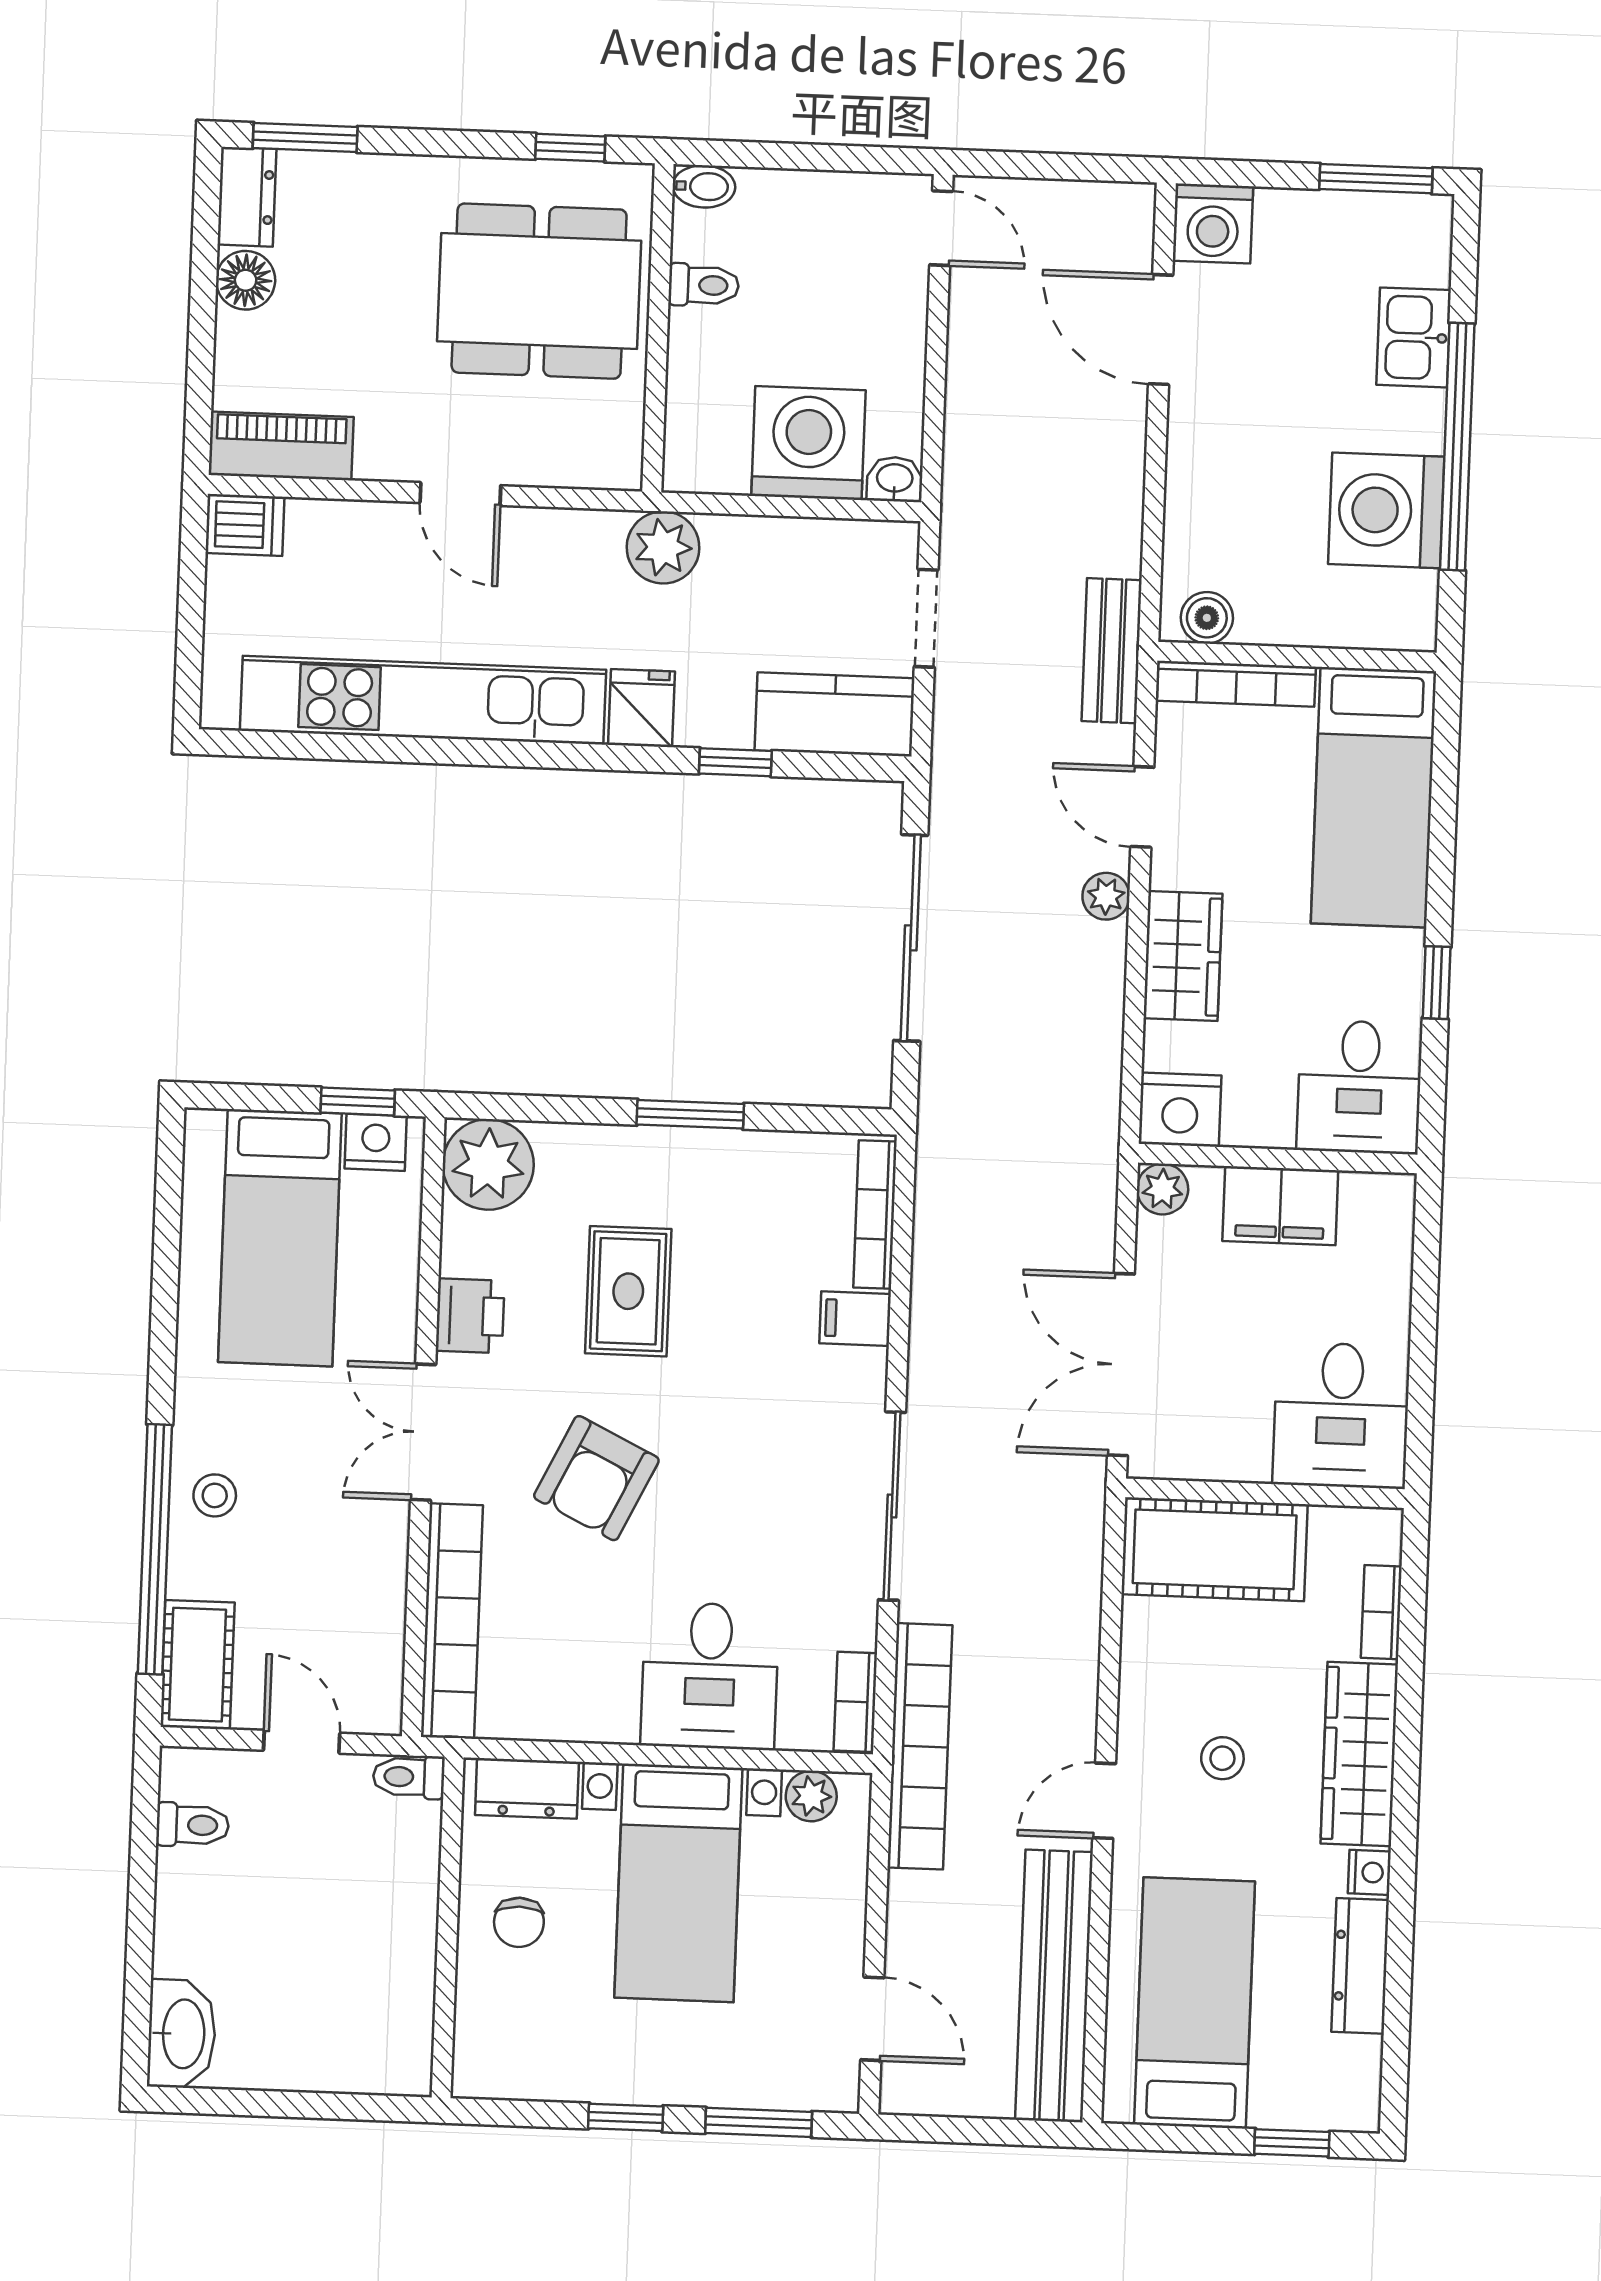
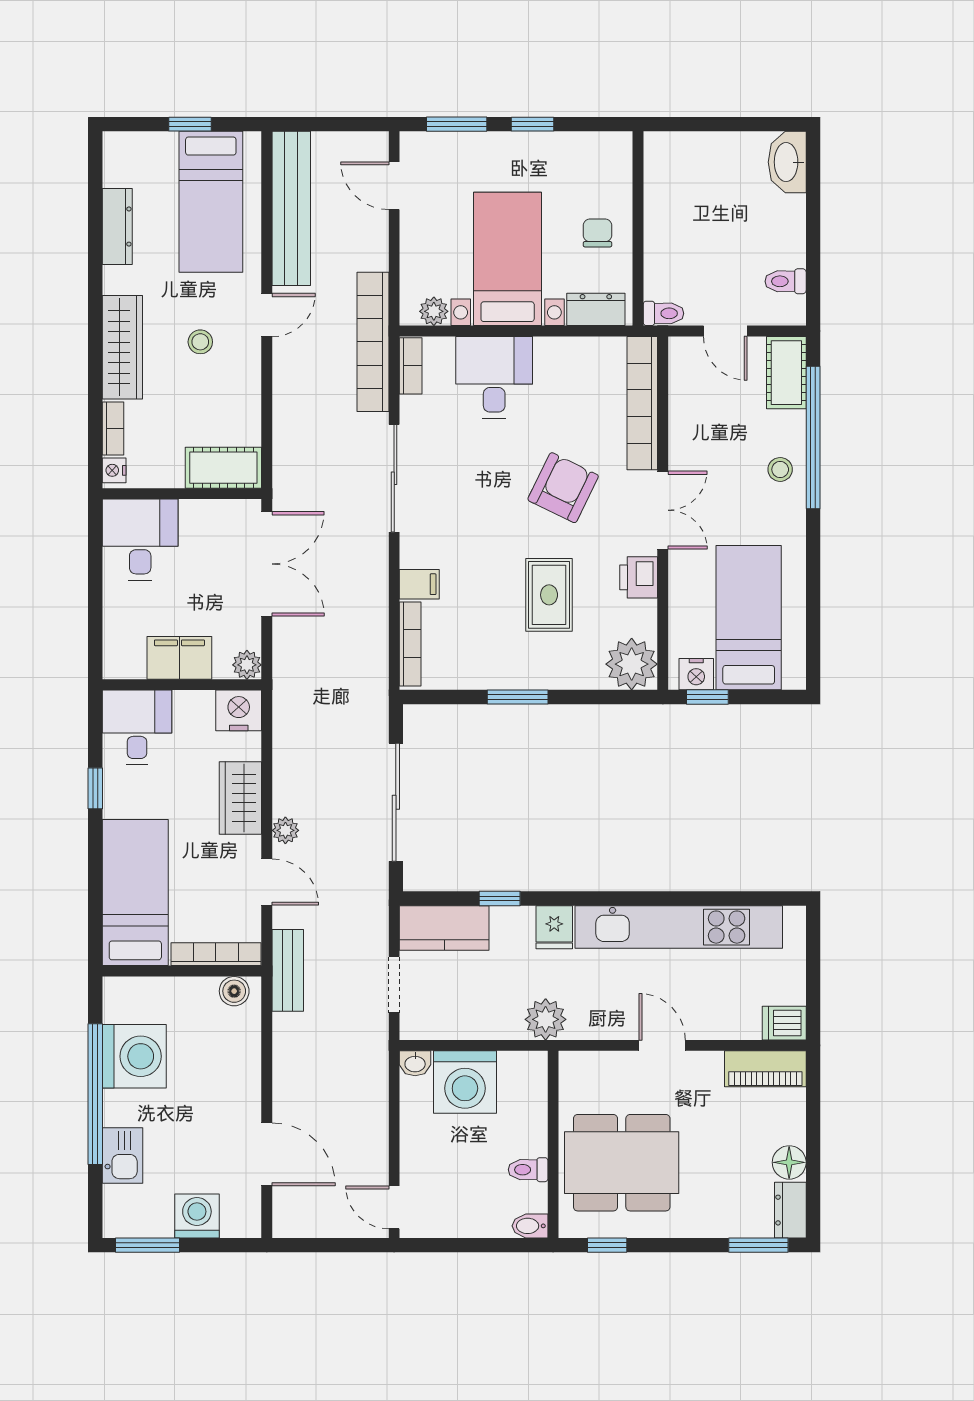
washing machine: (1213, 224) -> (197, 1216), moved
cot: (1215, 1549) -> (223, 468), width x0.73, depth x0.75
nightstand: (1369, 1872) -> (114, 470), moved
window: (1292, 2143) -> (190, 124), moved

